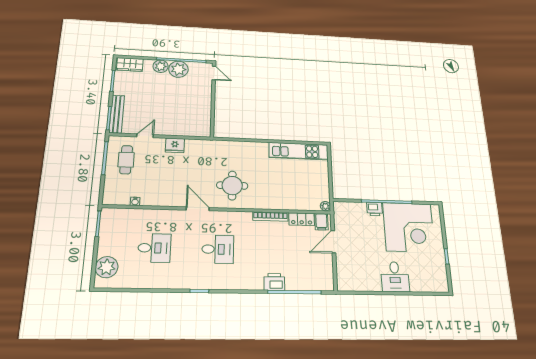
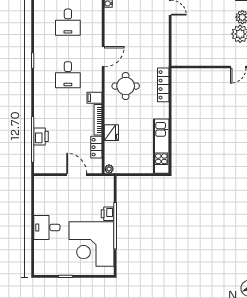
fridge: (175, 145) -> (111, 133), moved, turned 180
locker: (232, 146) -> (163, 85), added
filing cabinet: (321, 222) -> (95, 98), moved
printer: (274, 282) -> (41, 136), moved

